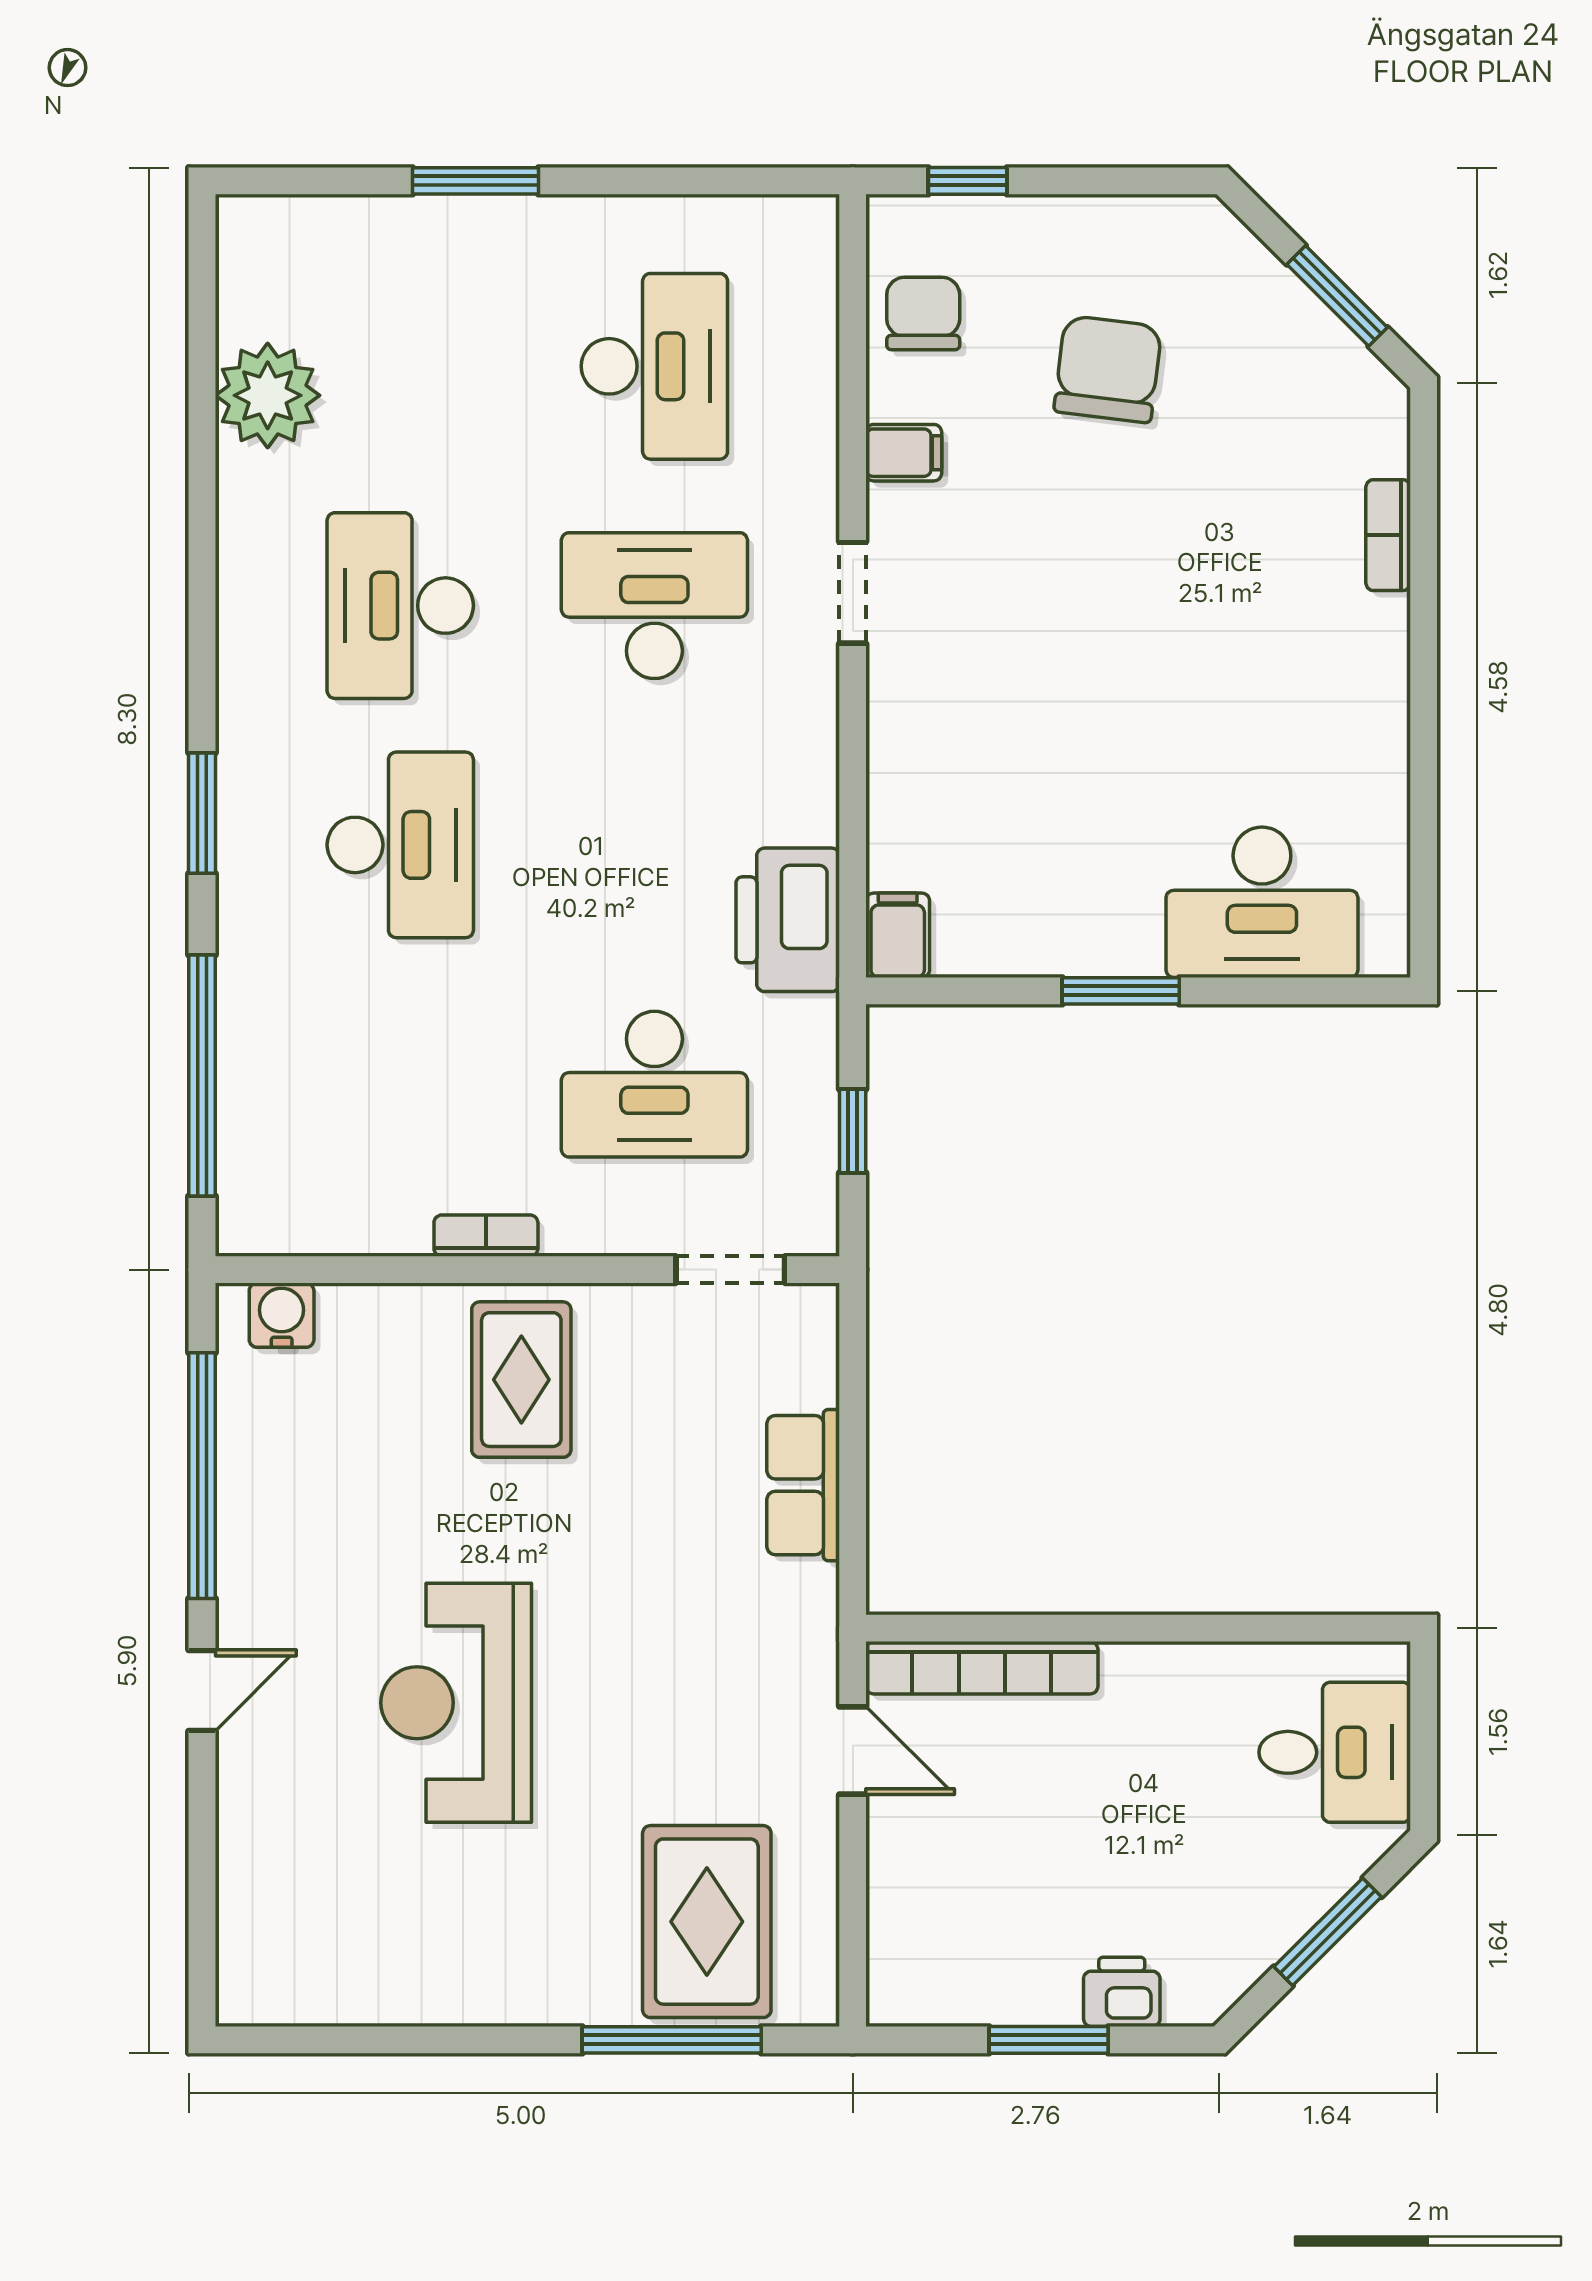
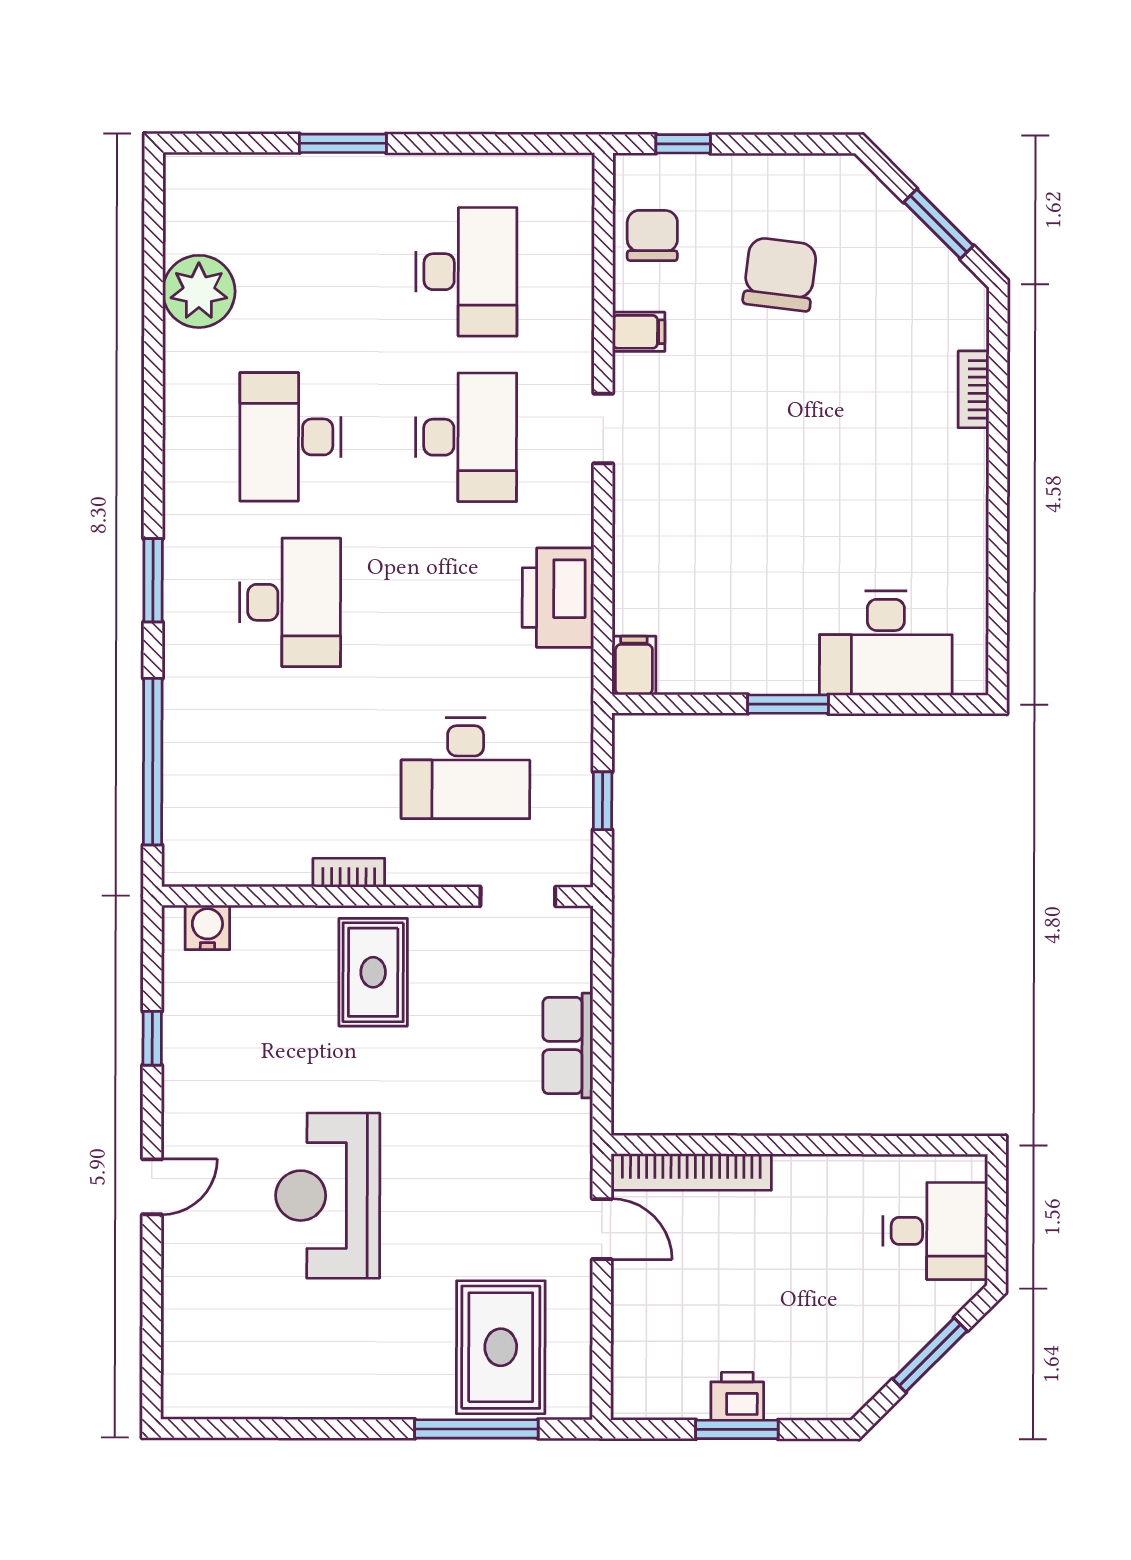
desk: (654, 606) -> (466, 437), turned 90
printer: (788, 920) -> (558, 598), moved
window: (202, 1476) -> (152, 1038), width x0.32
printer: (1122, 1992) -> (737, 1396), moved

